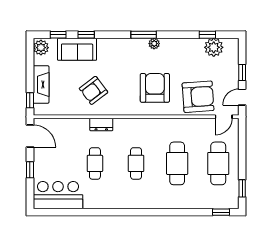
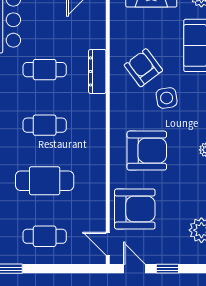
side table: (116, 73) -> (167, 98), added
armchair: (198, 97) -> (135, 209), turned -86
dresser: (101, 124) -> (97, 71), width x1.44
cafe table: (218, 163) -> (45, 236), width x0.73, depth x0.74

